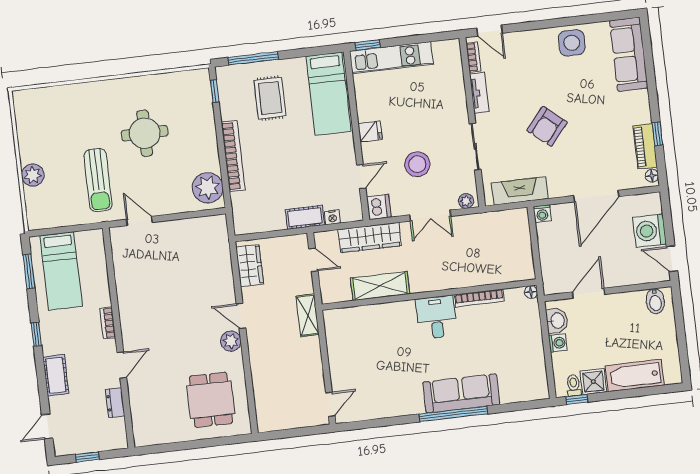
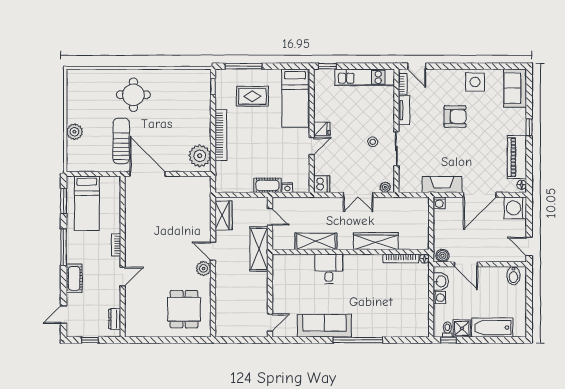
sofa: (629, 54) -> (515, 88), width x0.73
kitchen unit: (391, 58) -> (365, 77), moved
rug: (270, 98) -> (252, 96), turned 90
armchair: (547, 126) -> (455, 117), moved, turned -130
round table: (145, 133) -> (133, 95), moved
window: (657, 134) -> (529, 127), moved
piano: (645, 146) -> (517, 157), width x1.37, depth x1.33
stool: (417, 164) -> (373, 142), moved, width x0.53, depth x0.53
door: (361, 177) -> (312, 146), moved
sun lounger: (98, 180) -> (121, 141), turned 180
fireplace: (520, 191) -> (442, 184), moved
door: (139, 221) -> (148, 174), width x1.88
washing machine: (650, 231) -> (515, 208), moved
wardrobe: (370, 238) -> (376, 241), moved, turned 180
boiler: (555, 285) -> (442, 256), added
door: (589, 293) -> (466, 264), swing flipped
bookcase: (479, 298) -> (401, 258), moved
shelving: (308, 315) -> (259, 249), width x1.50, depth x1.33
desk: (436, 317) -> (329, 269), moved
window: (36, 334) -> (64, 247), width x2.17
sofa: (461, 393) -> (324, 326), moved
dresser: (115, 403) -> (115, 319), moved

